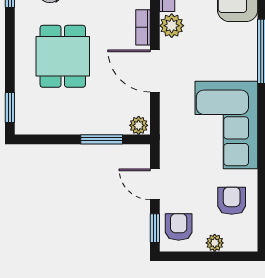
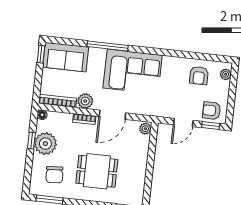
corner sofa: (226, 125) -> (133, 72), moved
window: (102, 139) -> (151, 153), removed
armchair: (232, 201) -> (199, 76), turned -90
plant: (215, 243) -> (226, 74), moved

